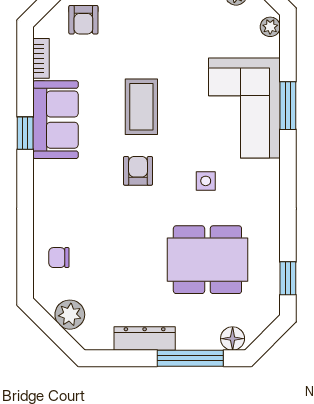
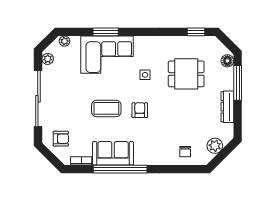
window: (25, 133) -> (120, 169), width x3.17
armchair: (138, 171) -> (140, 110), turned 90
dining table: (207, 260) -> (186, 74), width x0.73

